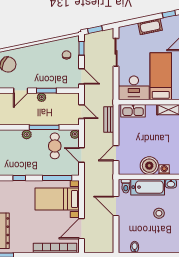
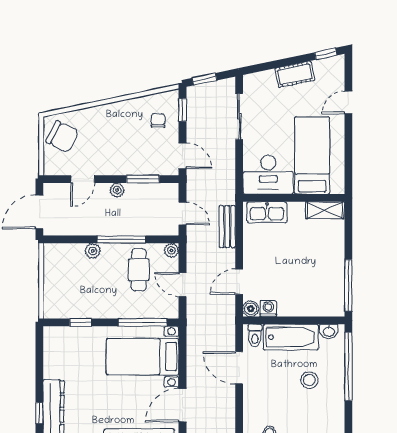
window: (46, 91) -> (143, 179), moved
boiler: (149, 166) -> (251, 309), moved, width x0.54, depth x0.54
washing machine: (164, 170) -> (268, 309), moved

